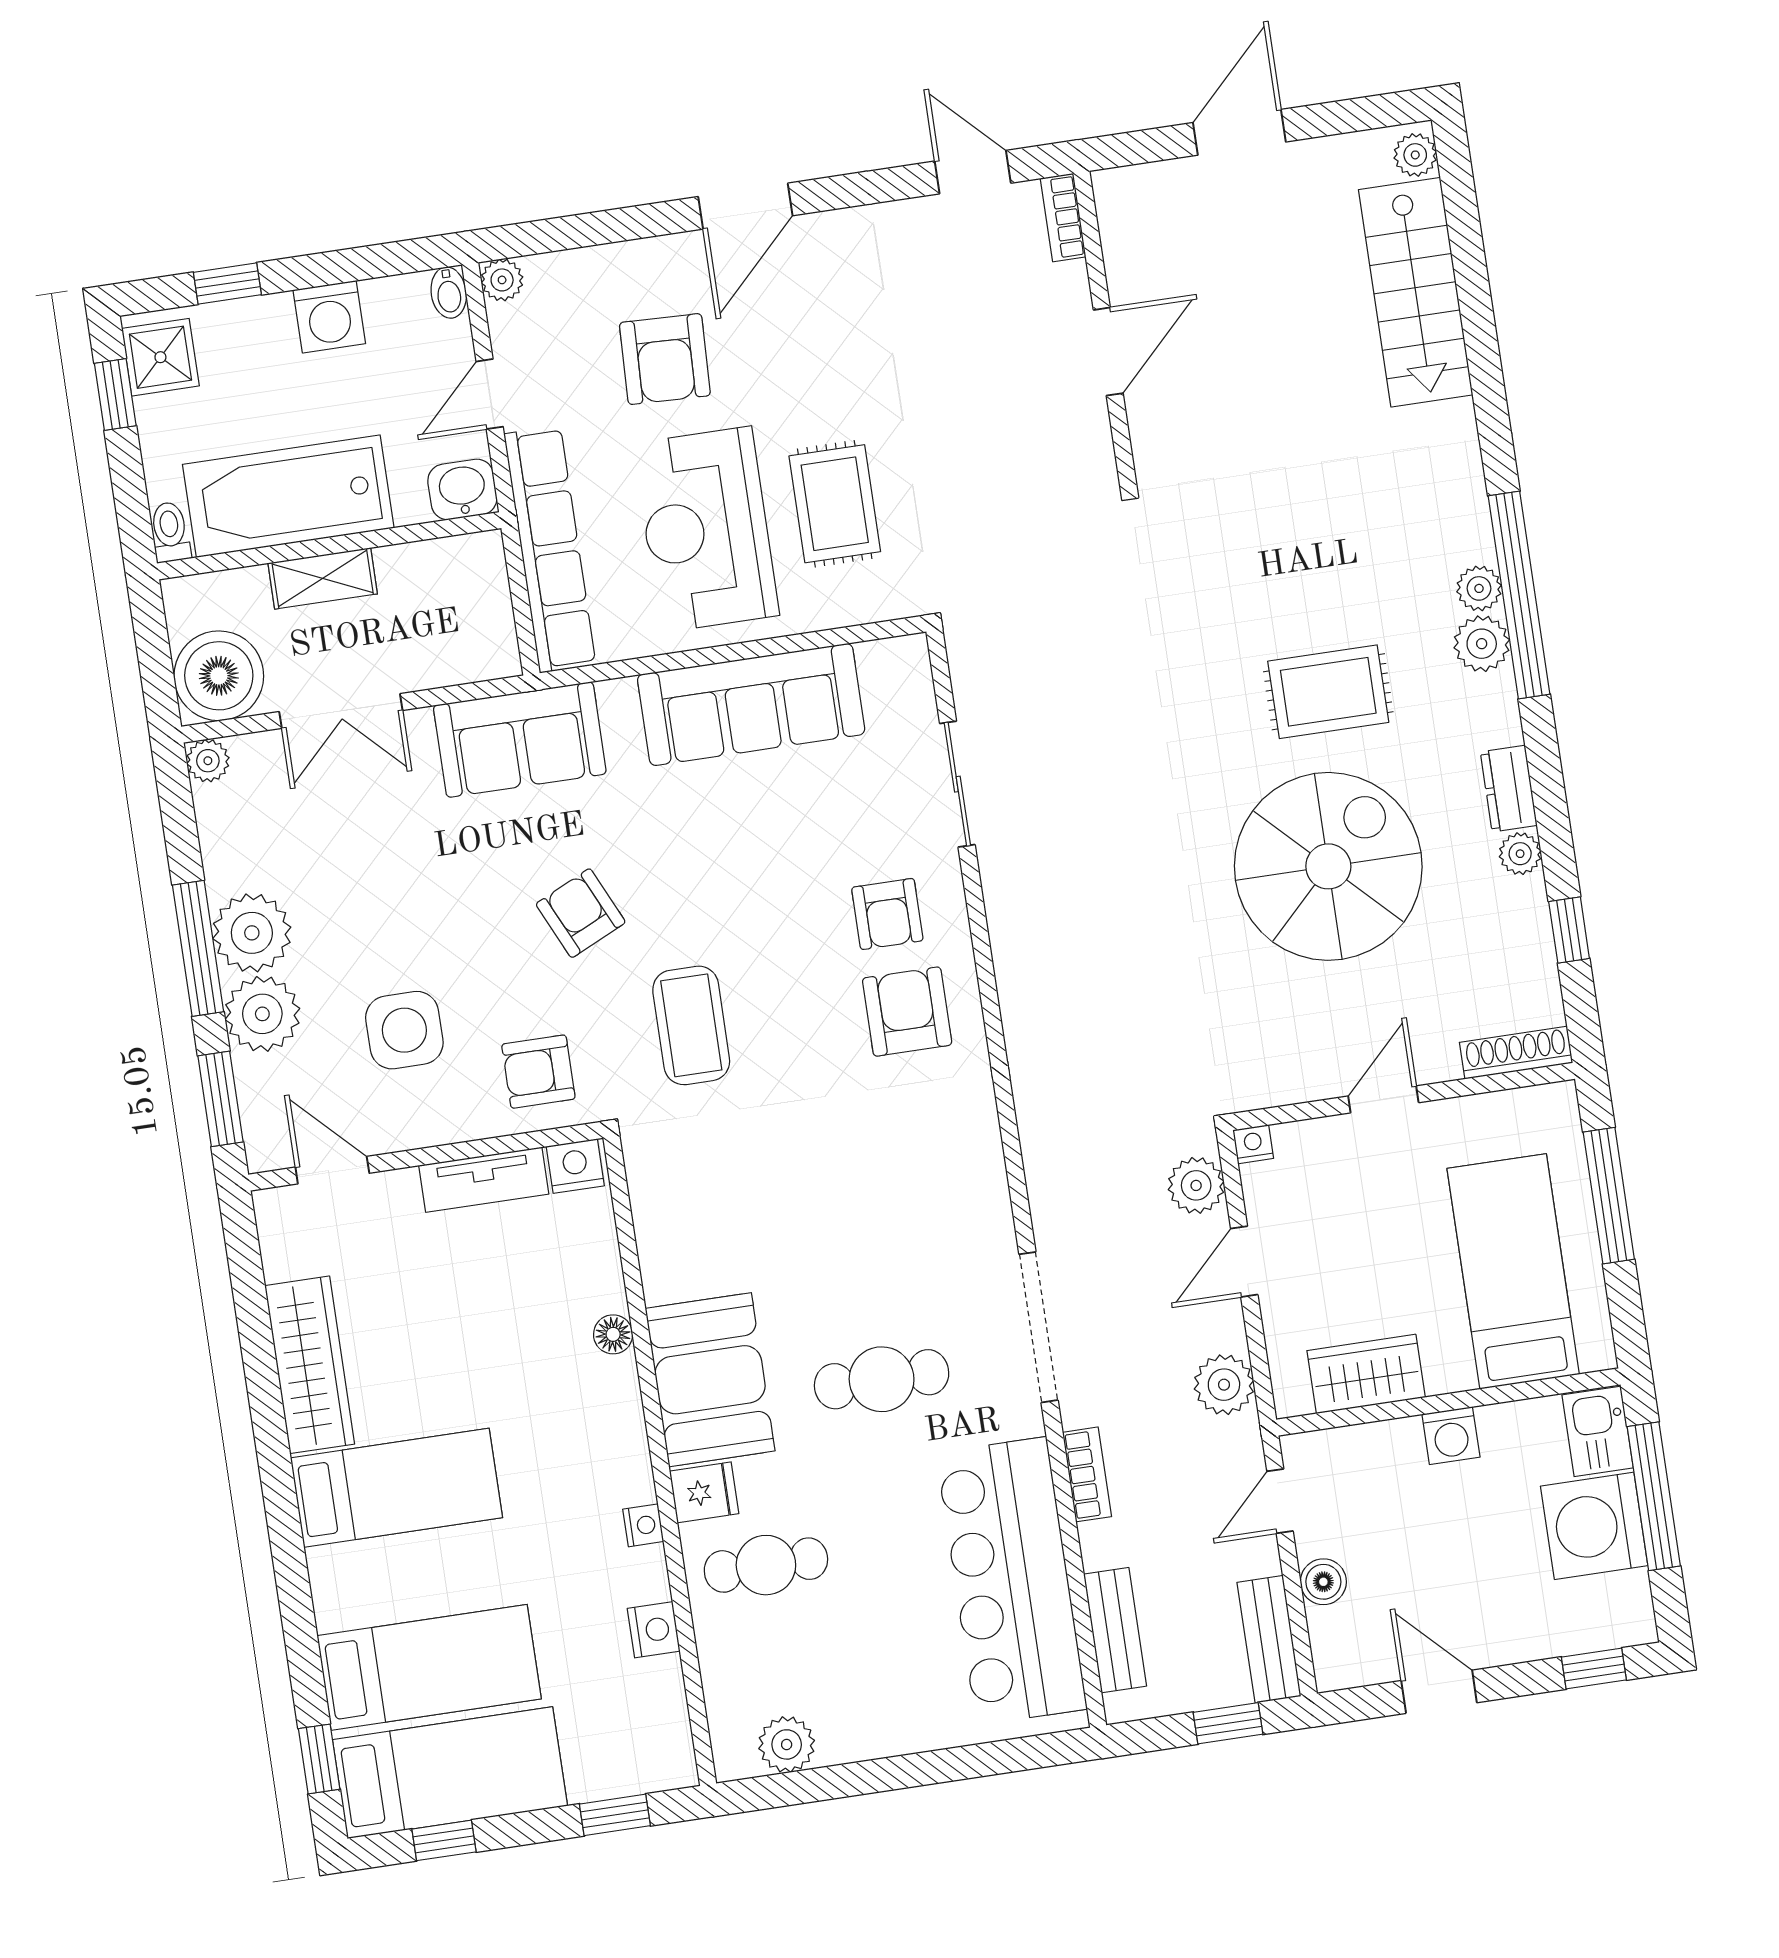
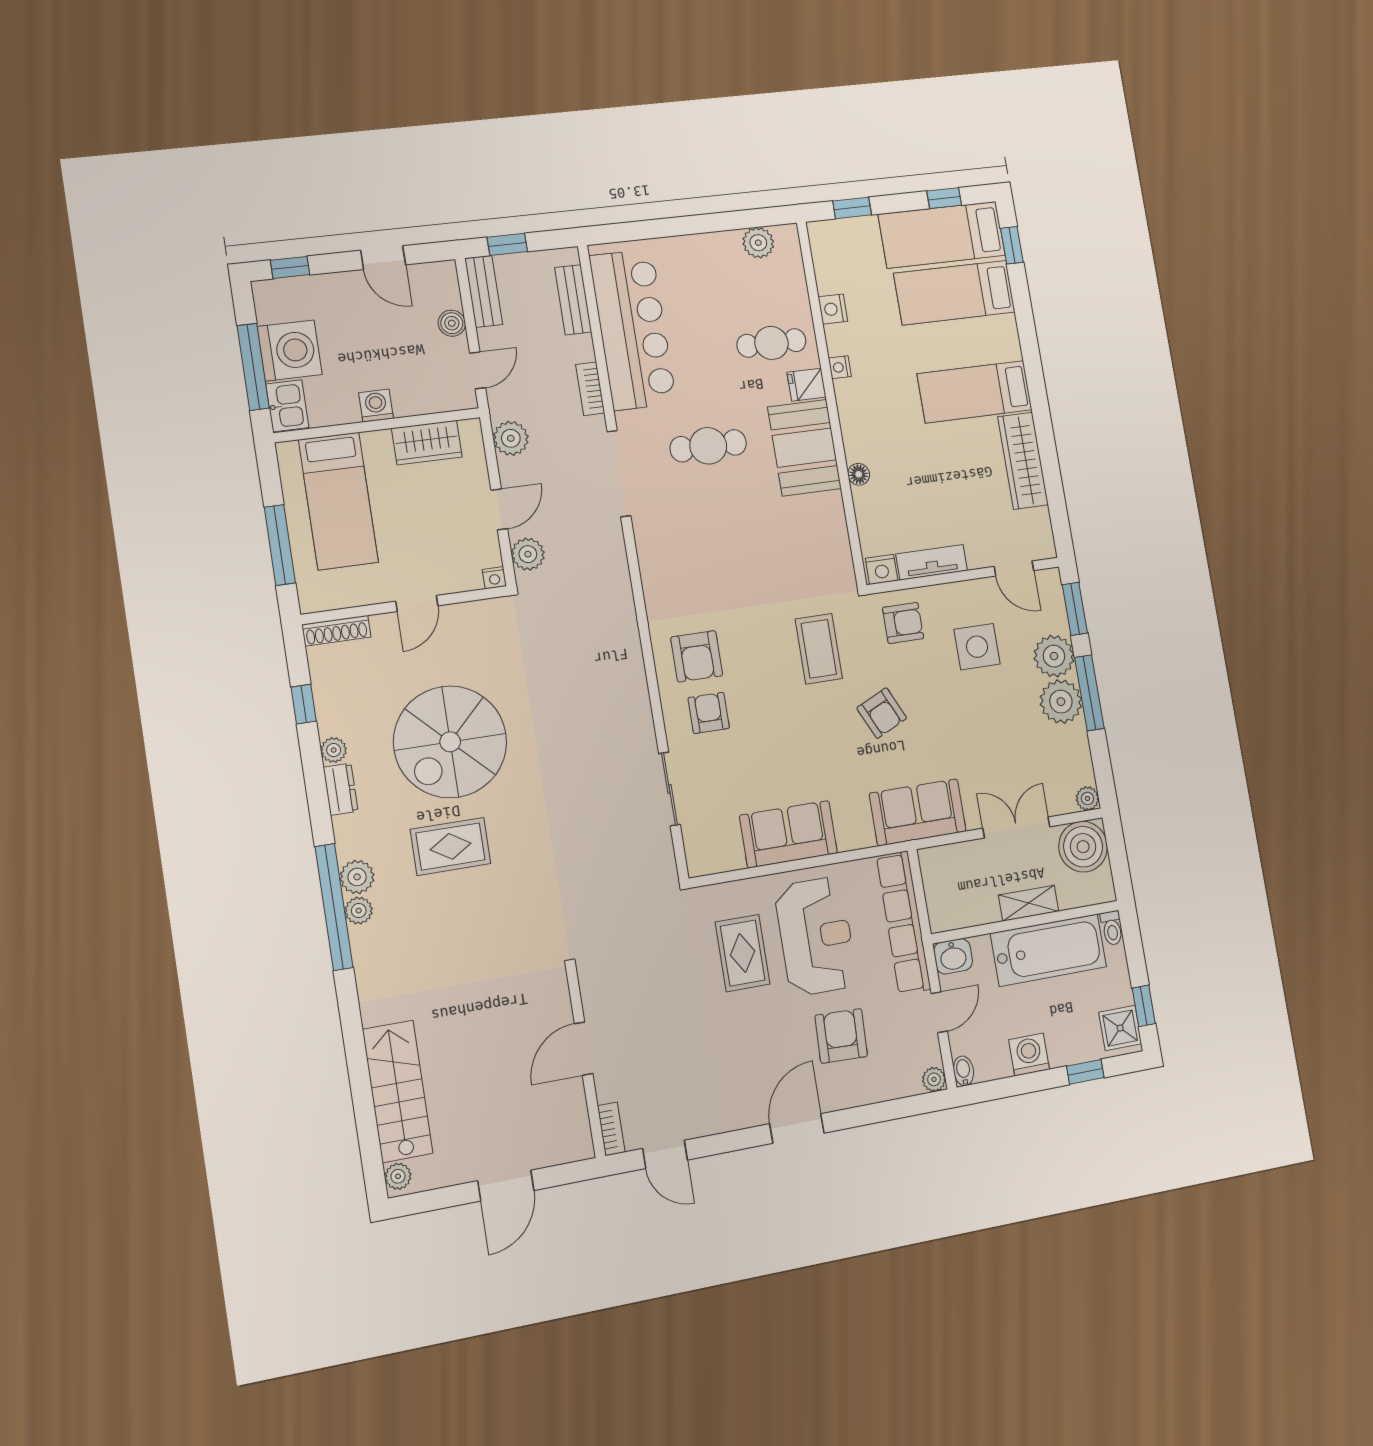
sofa: (751, 705) -> (788, 834), width x0.73

